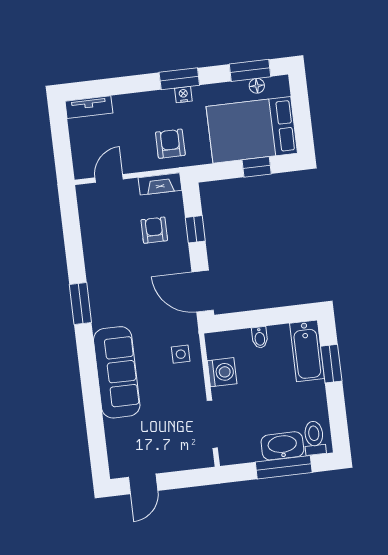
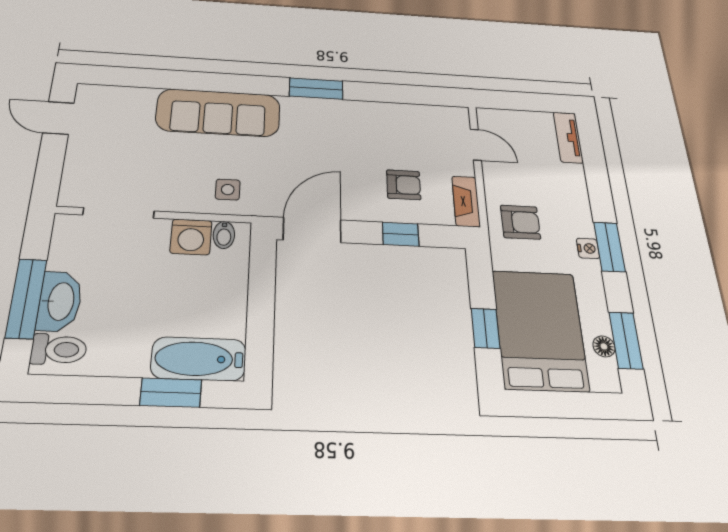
bidet: (260, 337) -> (224, 235), moved, turned -90

